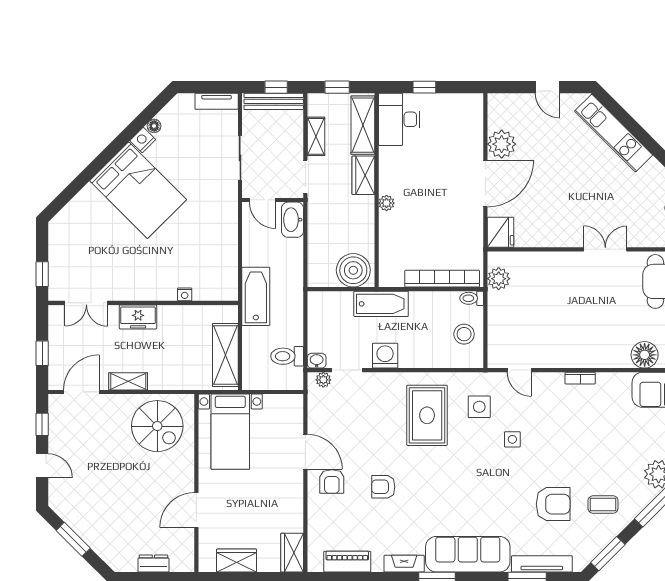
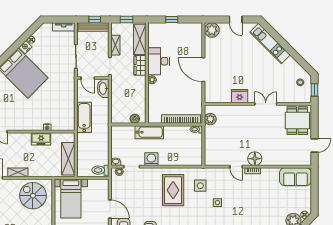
desk: (399, 119) -> (159, 61), moved
plant: (502, 144) -> (212, 30), moved
door: (485, 184) -> (203, 70), swing flipped
fridge: (501, 232) -> (240, 96), moved, turned -90
boiler: (353, 270) -> (135, 119), width x0.54, depth x0.54
bathtub: (256, 296) -> (84, 117), moved
freezer: (138, 317) -> (41, 139), moved
stool: (464, 334) -> (192, 148), removed
floor lamp: (645, 355) -> (255, 159), moved
toilet: (287, 356) -> (100, 170), moved
door: (519, 370) -> (236, 167), moved
spiral stairs: (157, 426) -> (33, 196), turned 180

